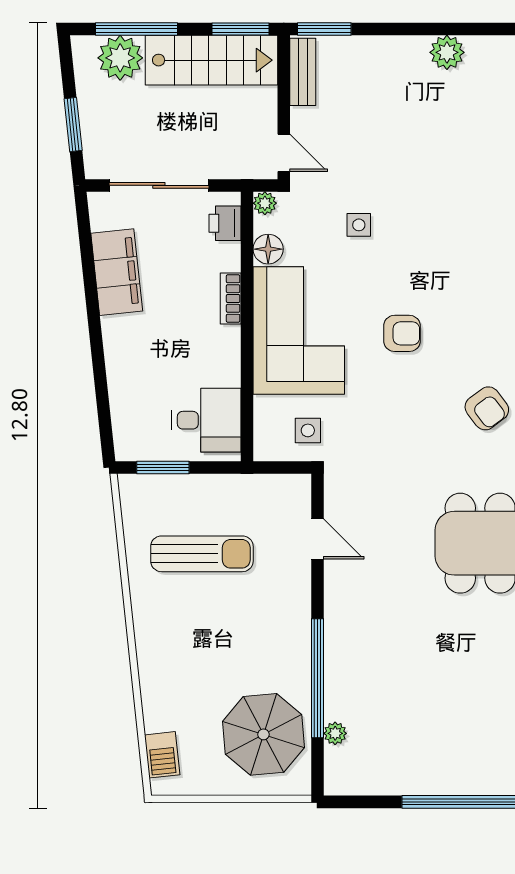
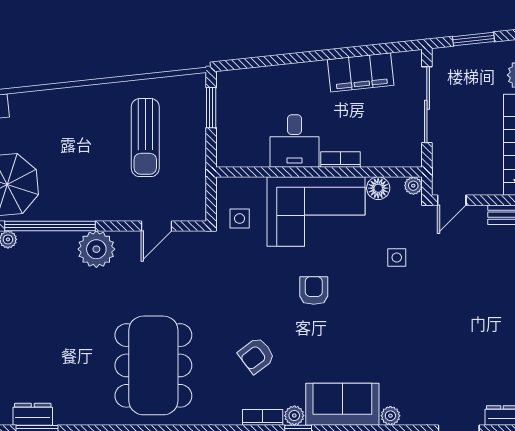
printer: (225, 223) -> (398, 155), removed
armchair: (402, 333) -> (314, 291), turned 180
desk: (206, 420) -> (295, 141), moved
plant: (348, 618) -> (96, 249), added

